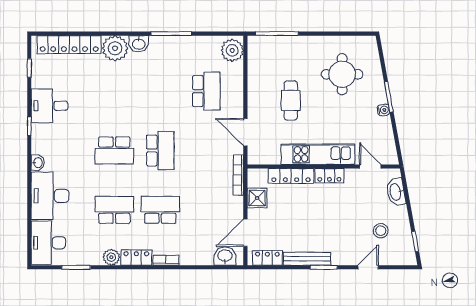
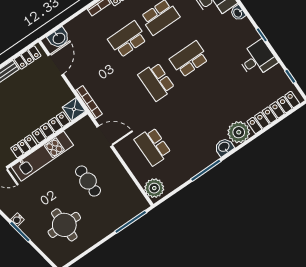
shower: (257, 198) -> (74, 109), moved
school desk: (160, 210) -> (127, 39), turned 180

